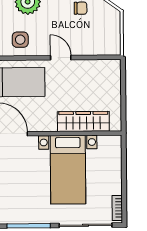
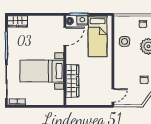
door: (61, 58) -> (113, 95), moved

